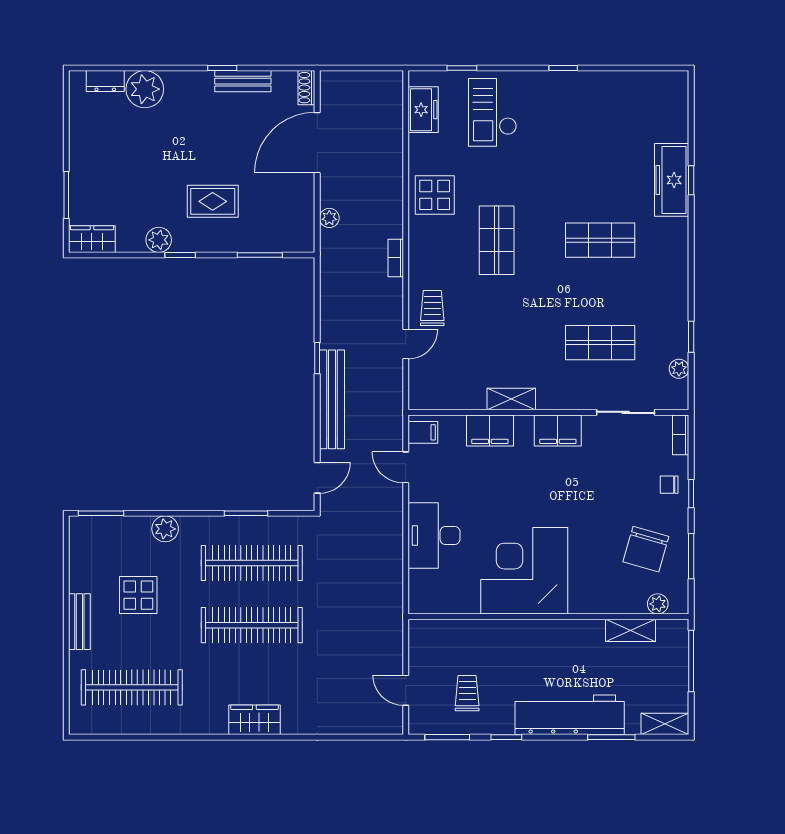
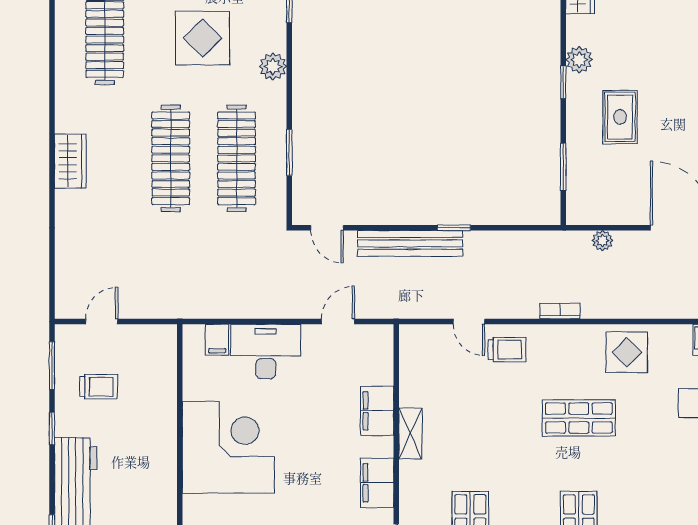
filing cabinet: (423, 432) -> (217, 340), moved
display table: (138, 595) -> (203, 38), width x1.36, depth x1.36

